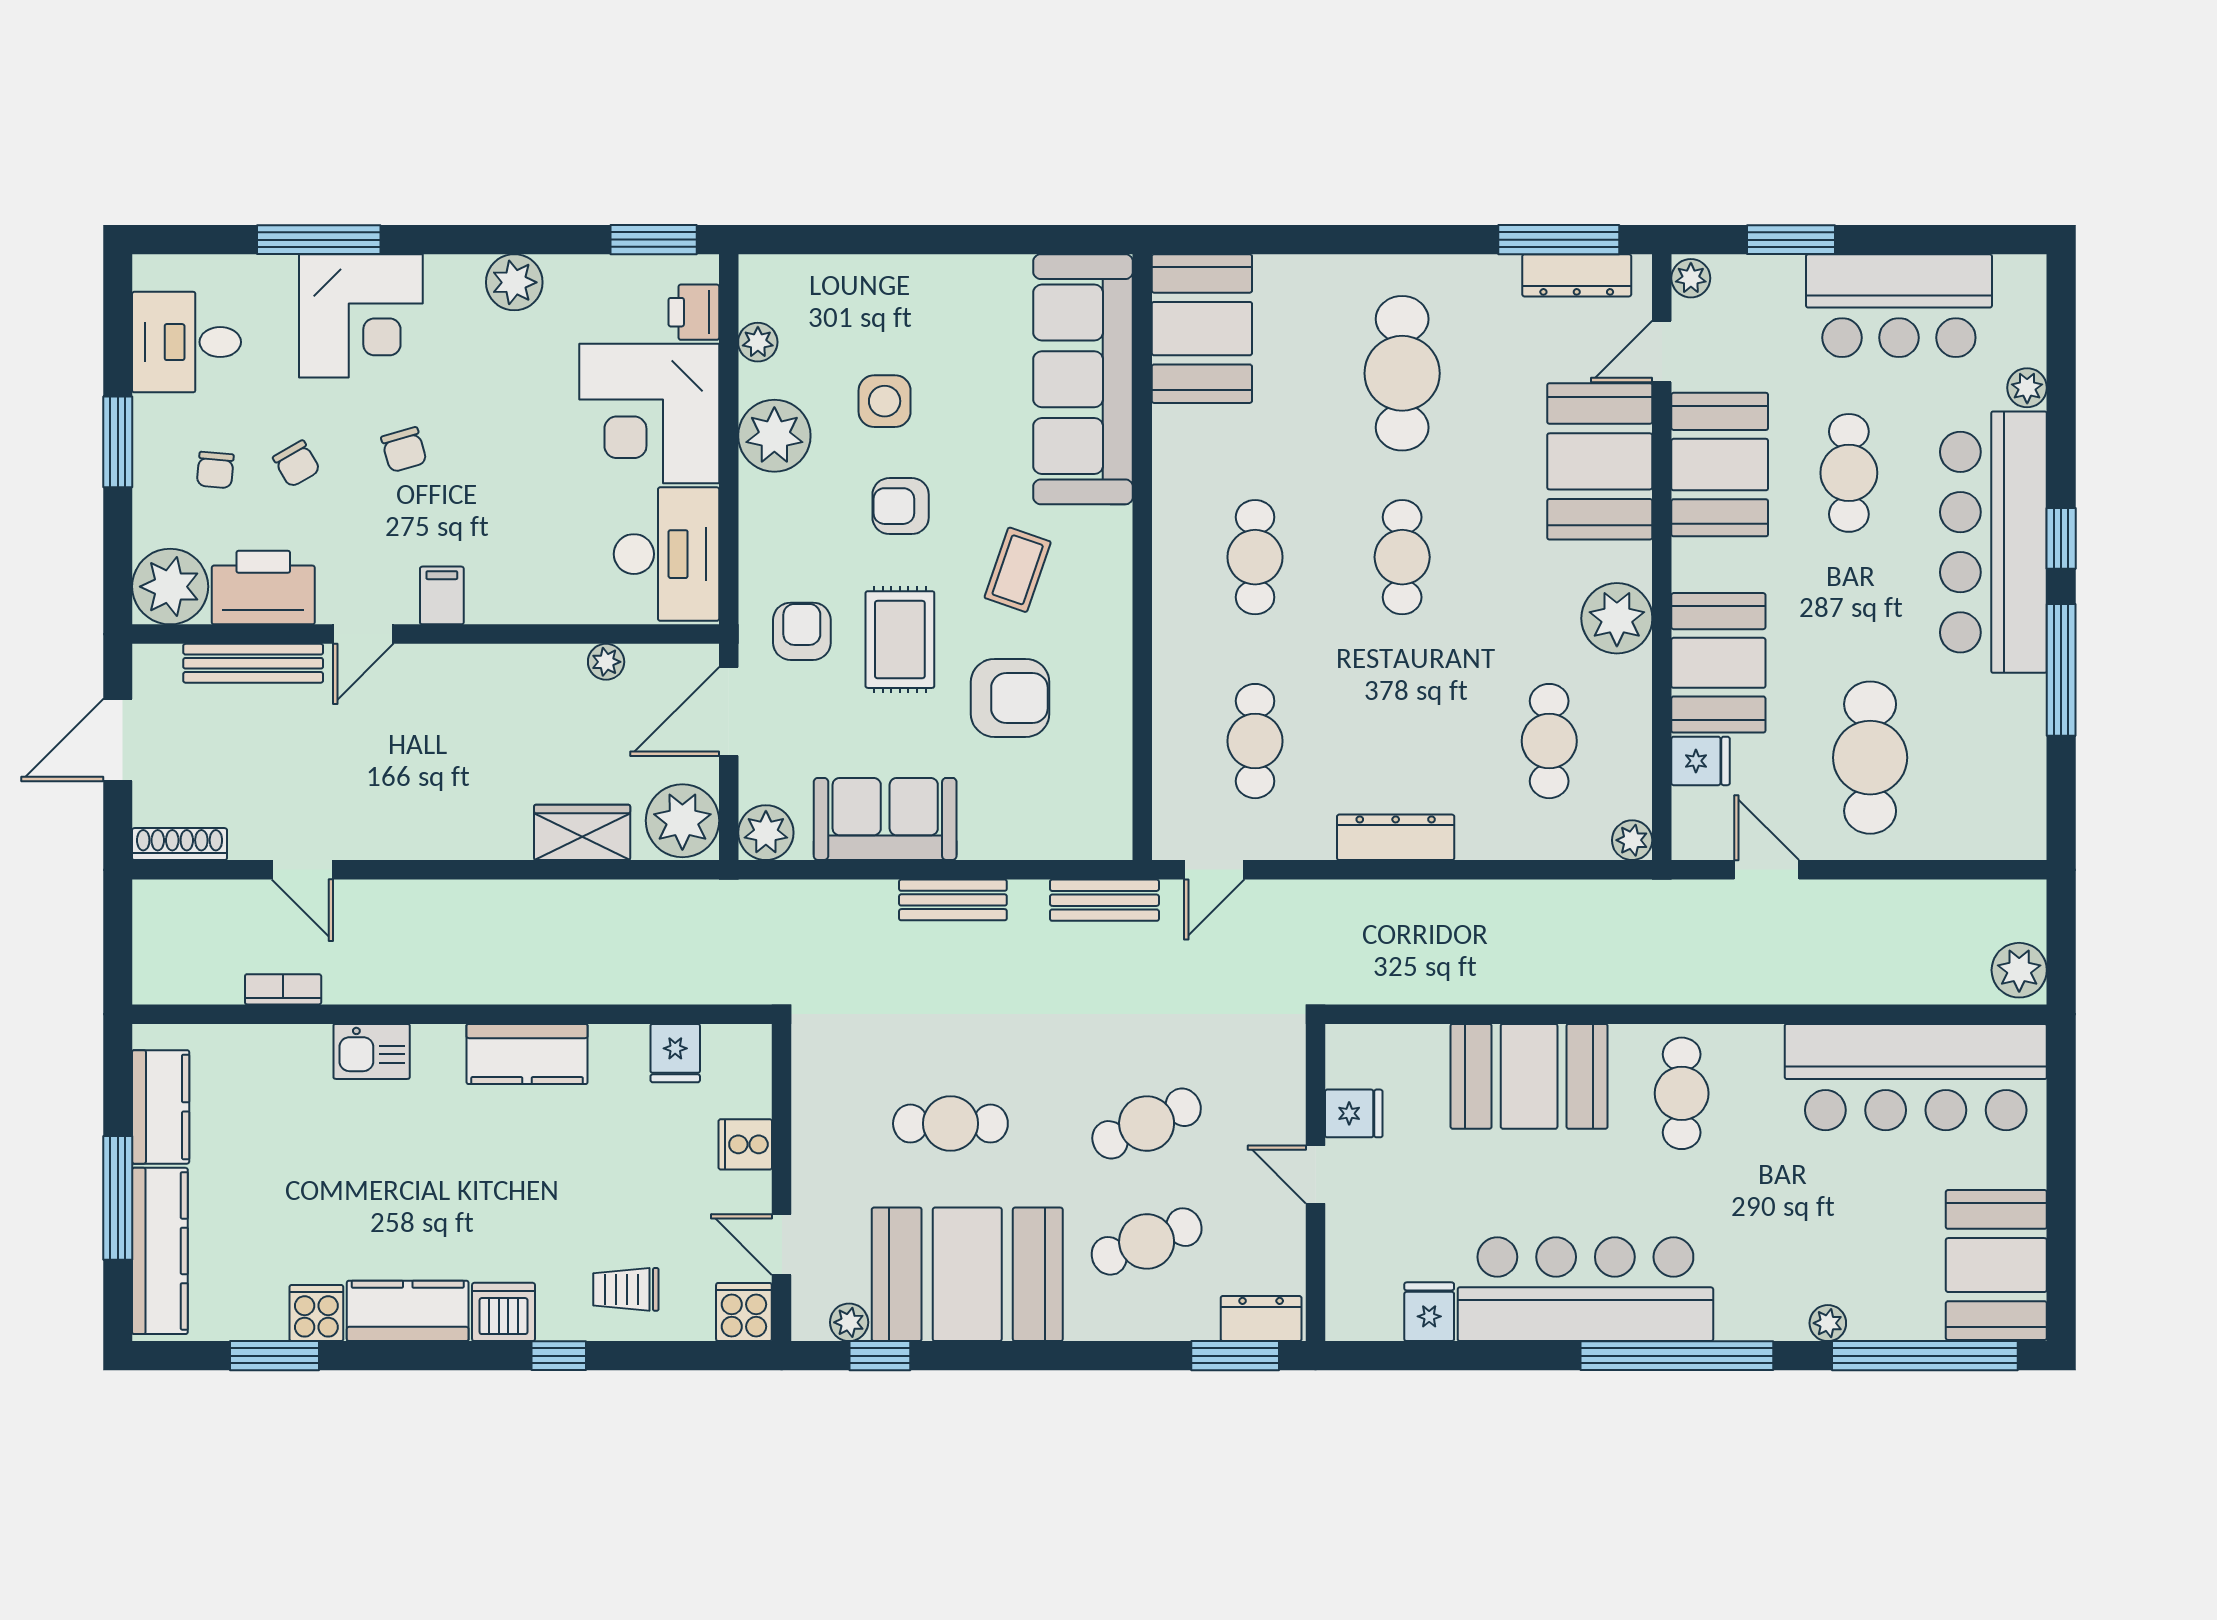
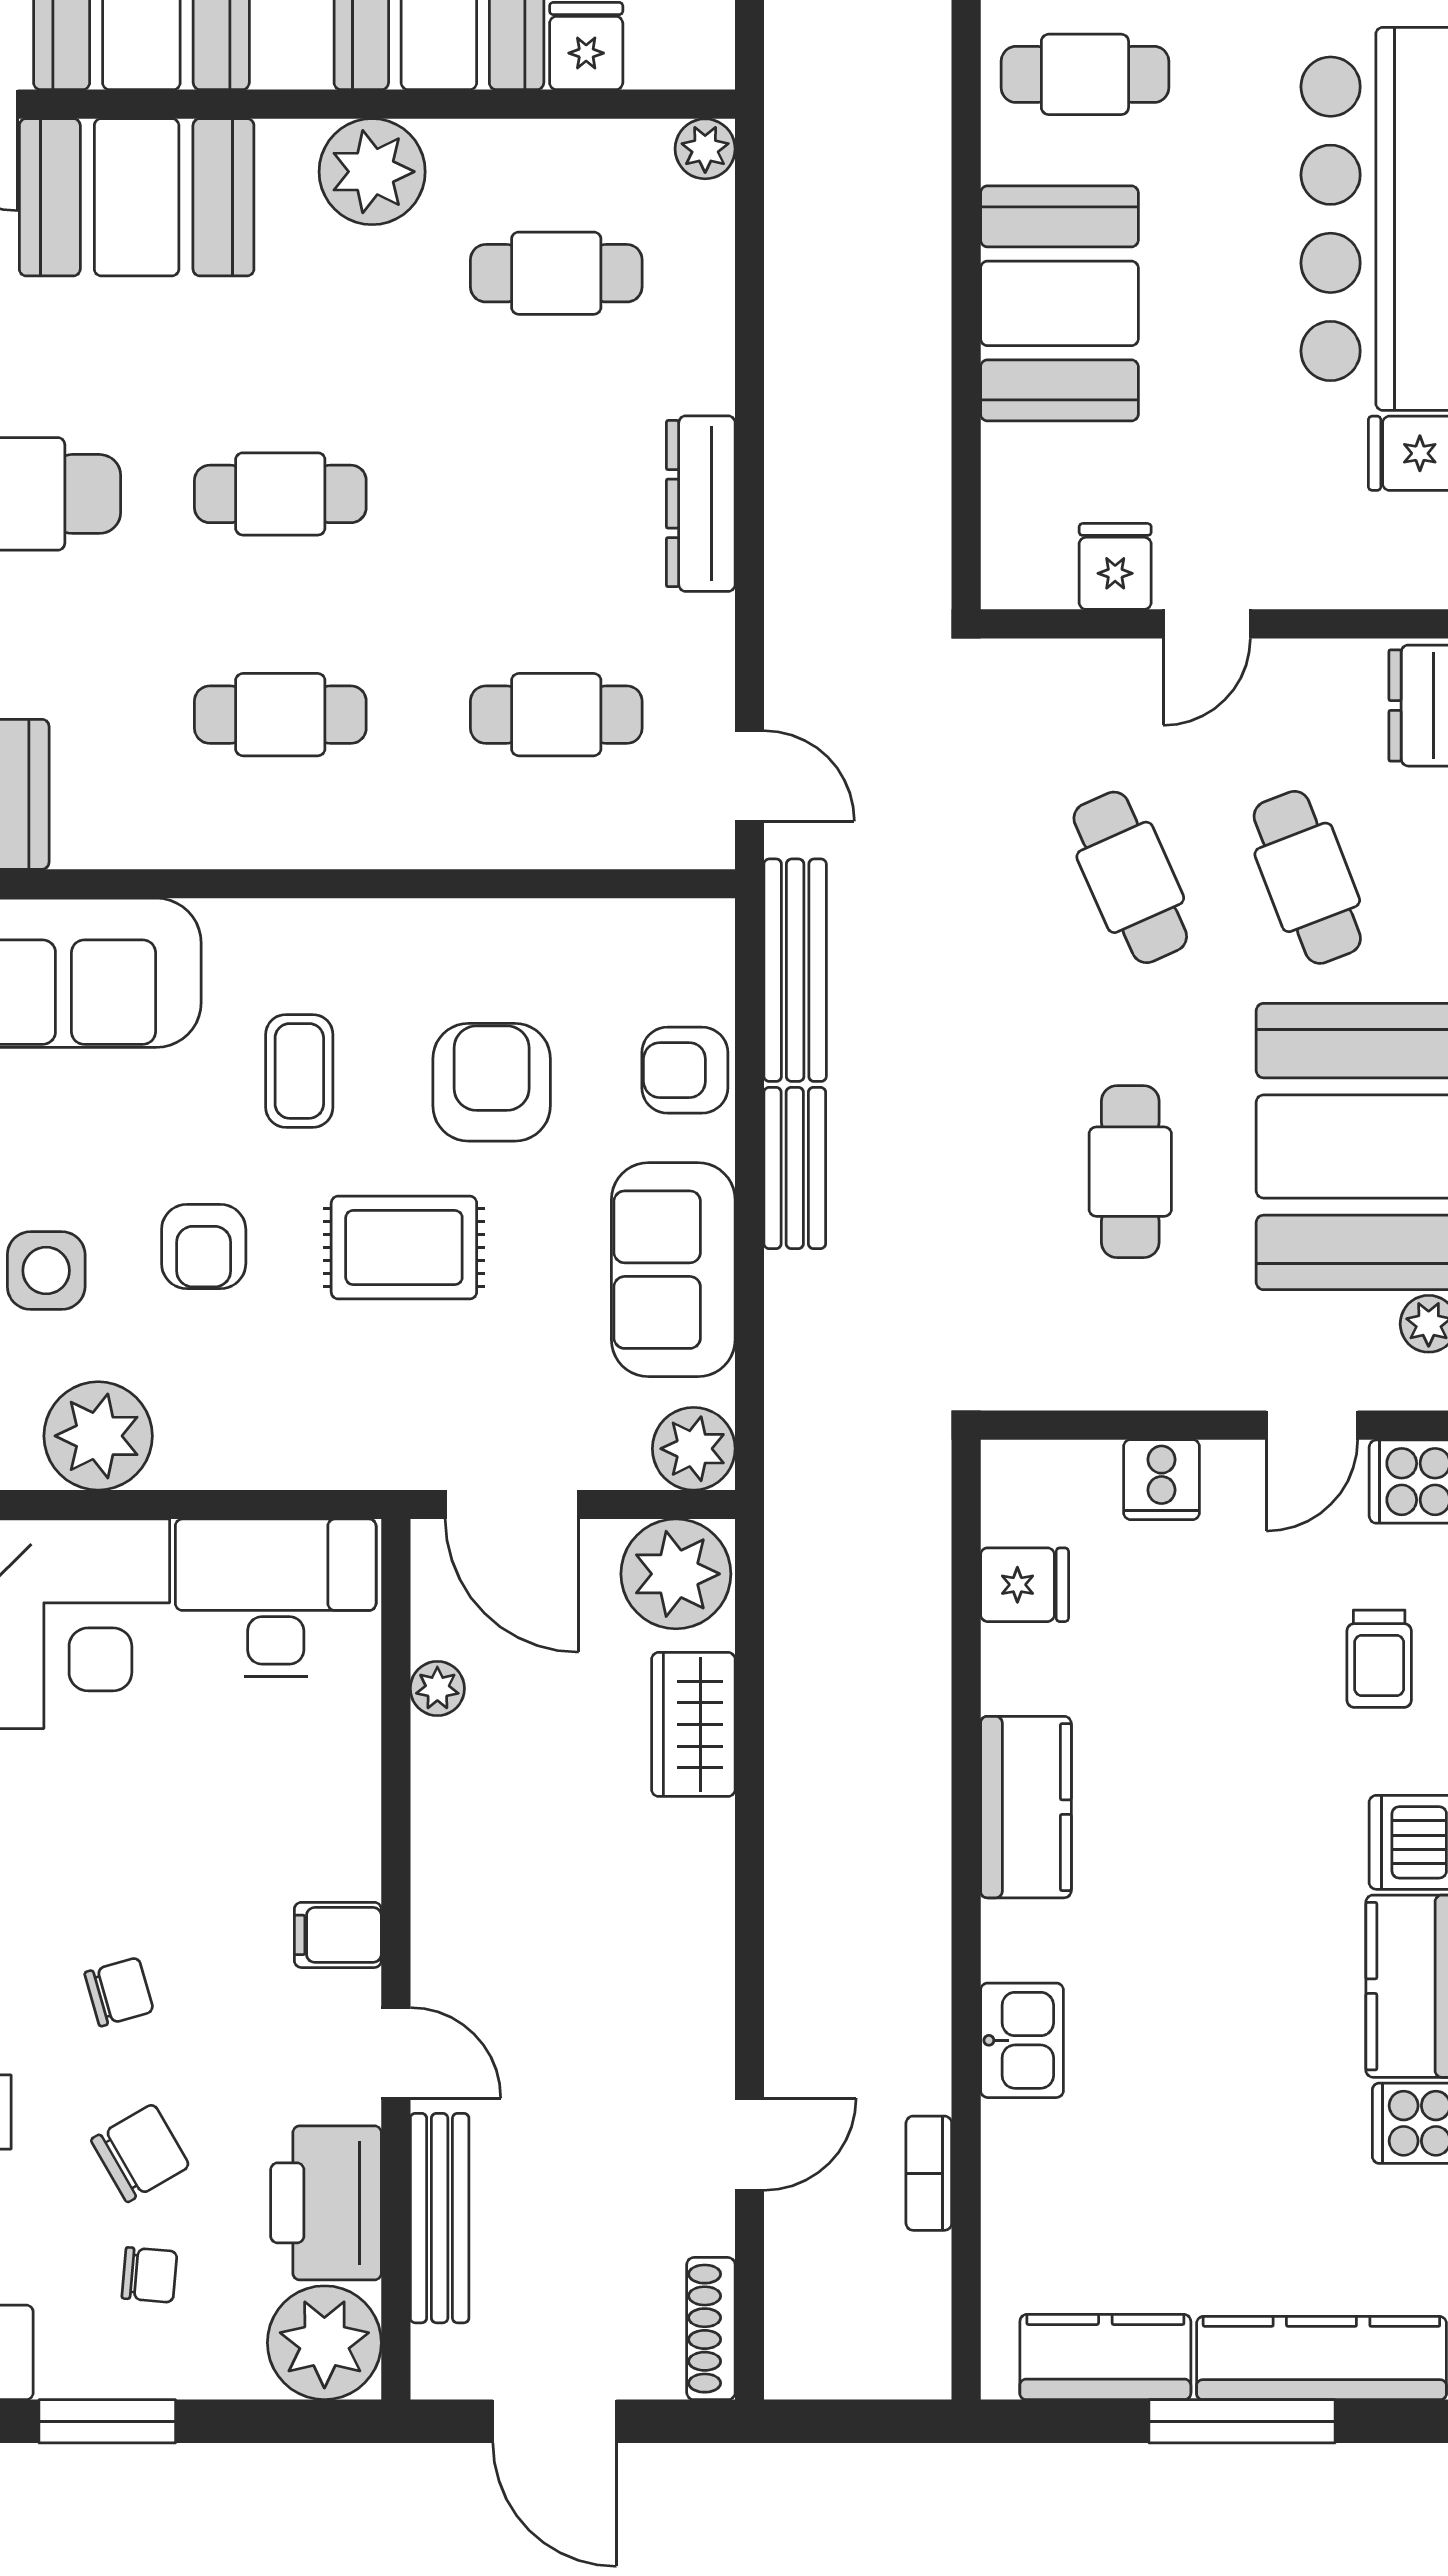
chair: (297, 464) -> (140, 2153), width x1.37, depth x1.37
coffee table: (1018, 570) -> (299, 1071), turned 71
armchair: (802, 631) -> (685, 1070), moved
bench: (1104, 900) -> (795, 970), width x1.36

